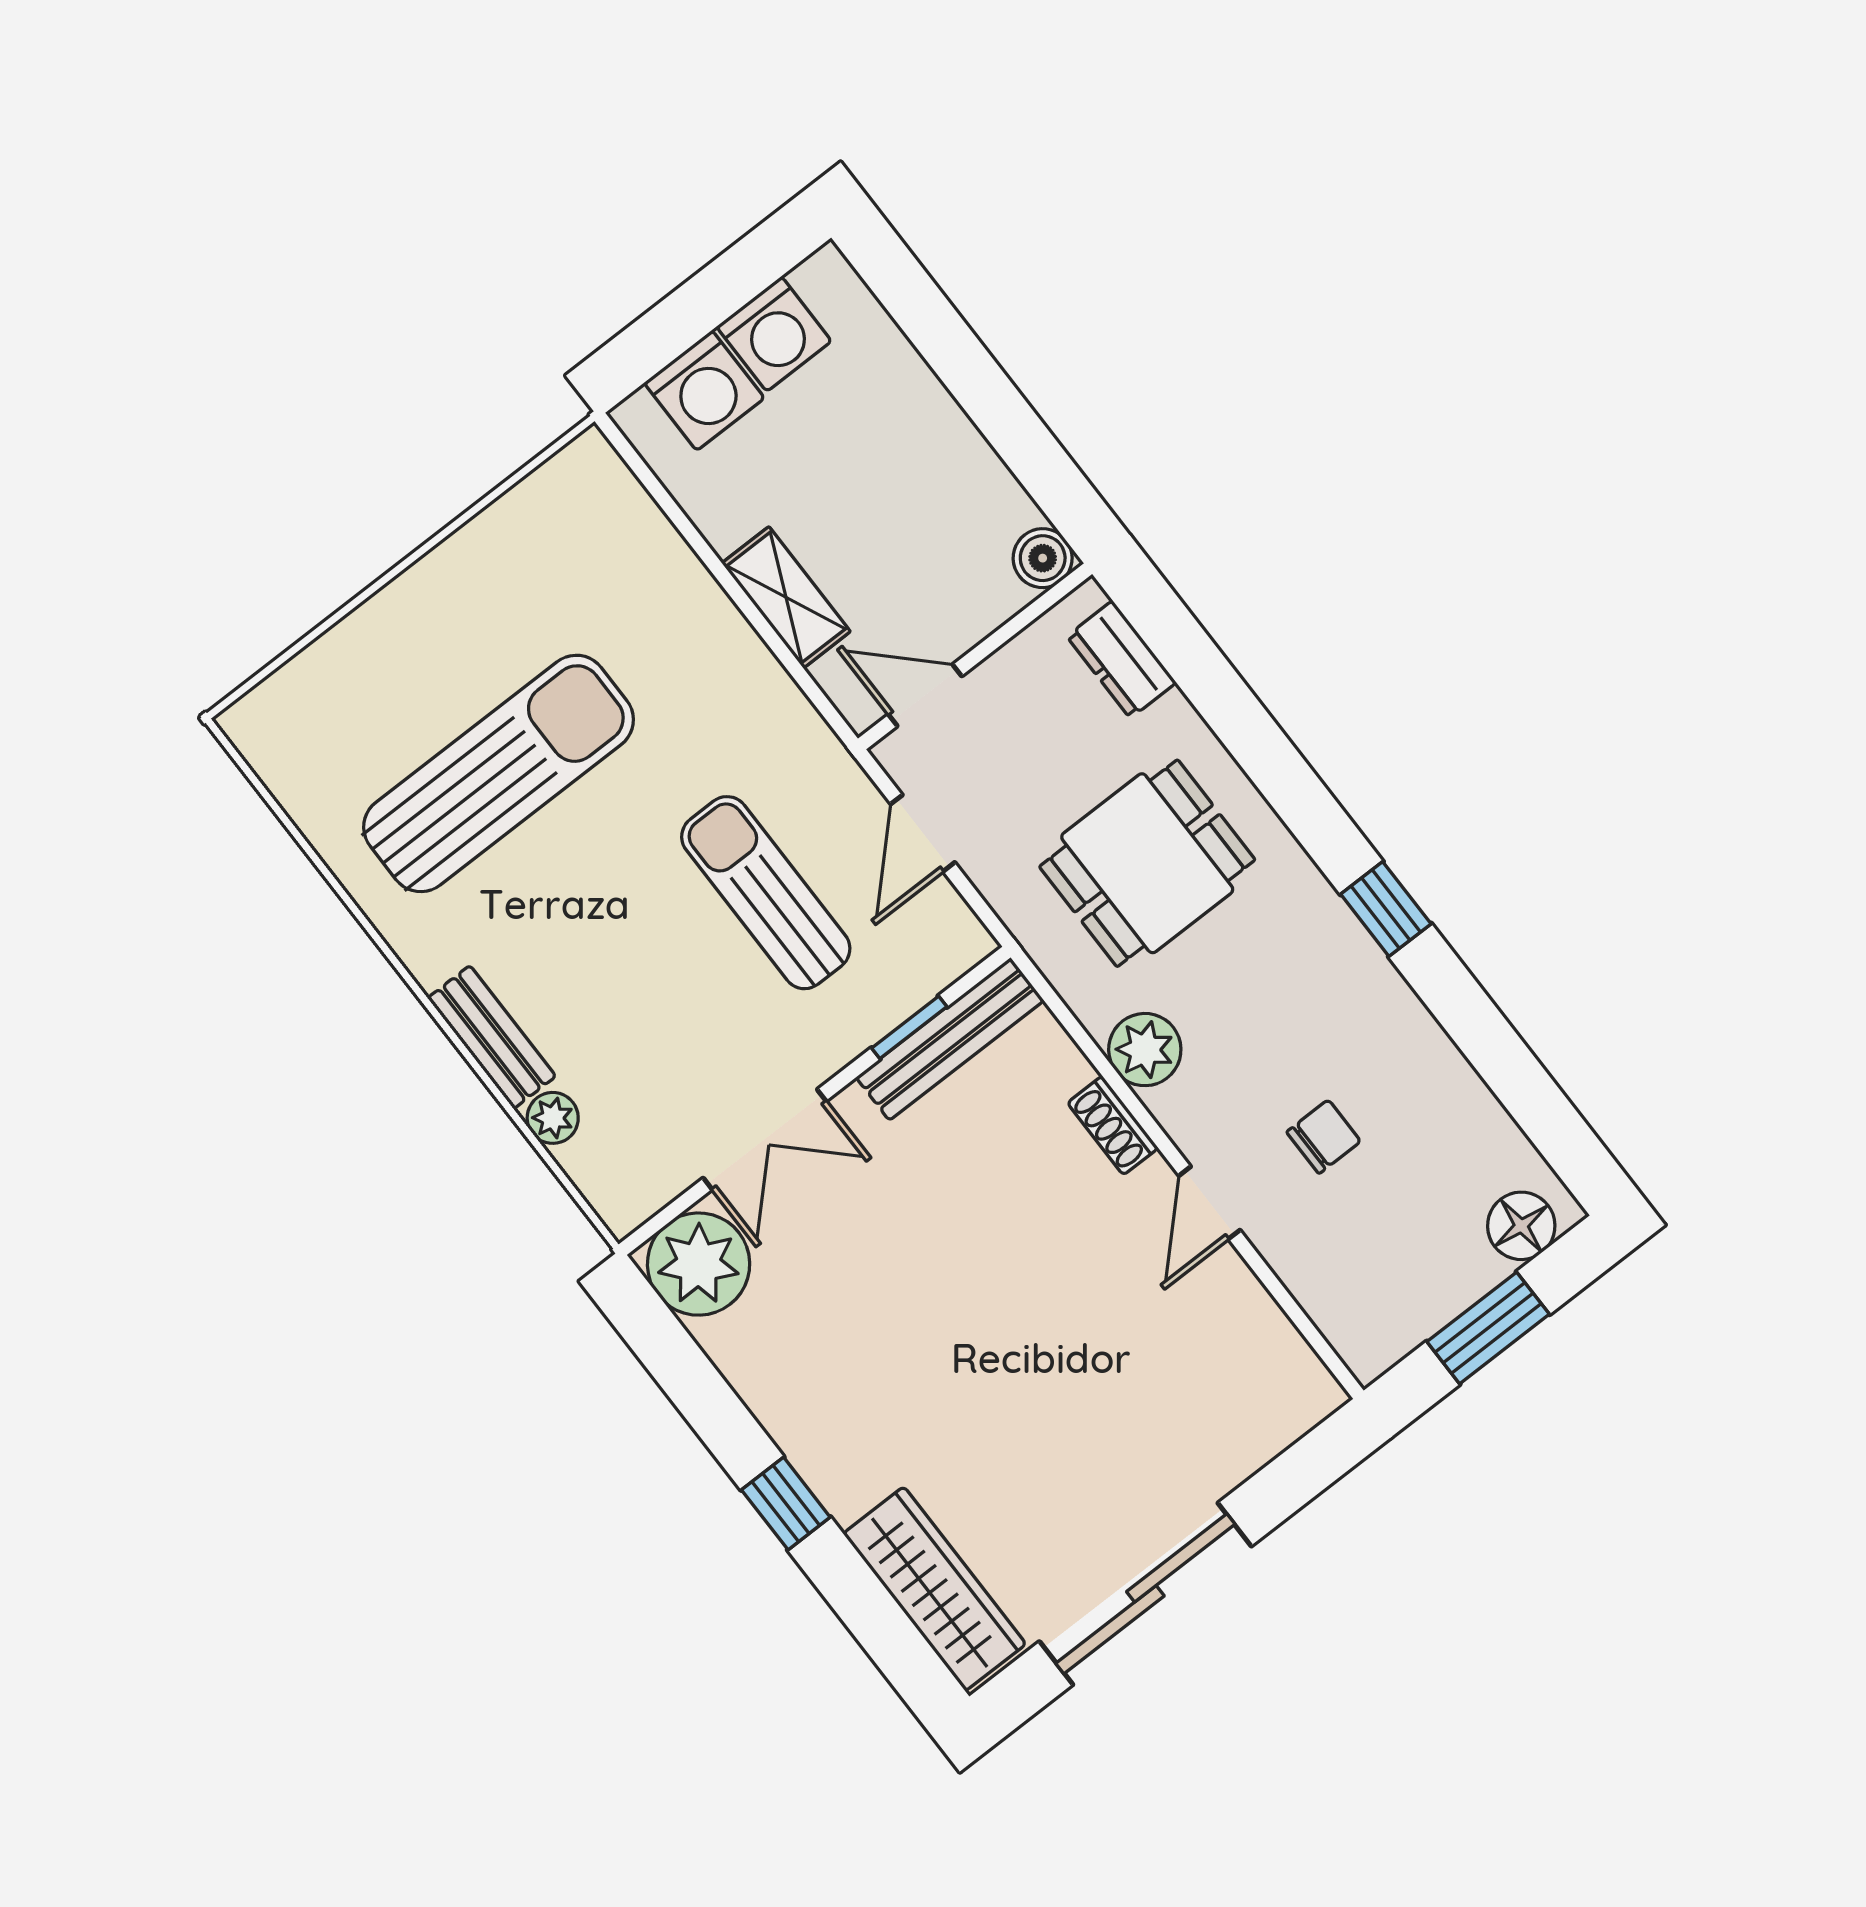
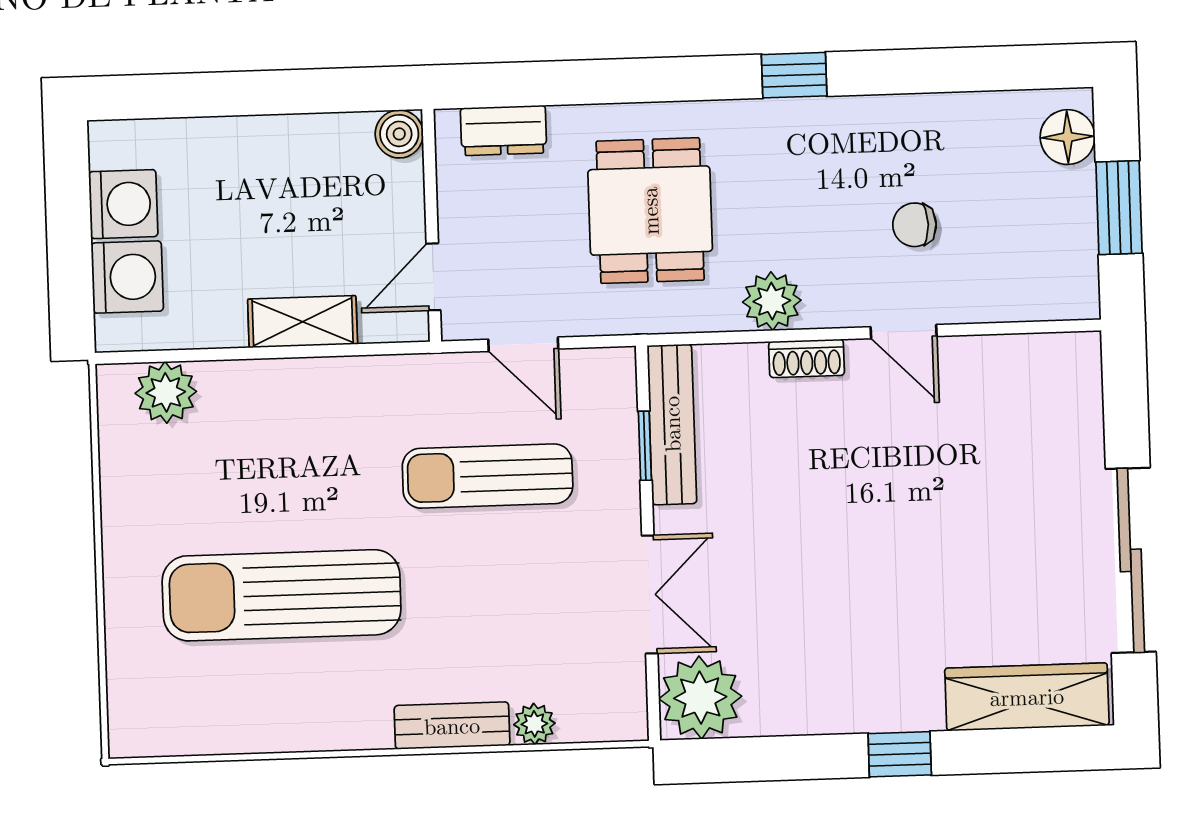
plant: (617, 512) -> (166, 392), added
sun lounger: (499, 773) -> (282, 595), turned -90
chair: (1324, 1137) -> (915, 225), turned -90

